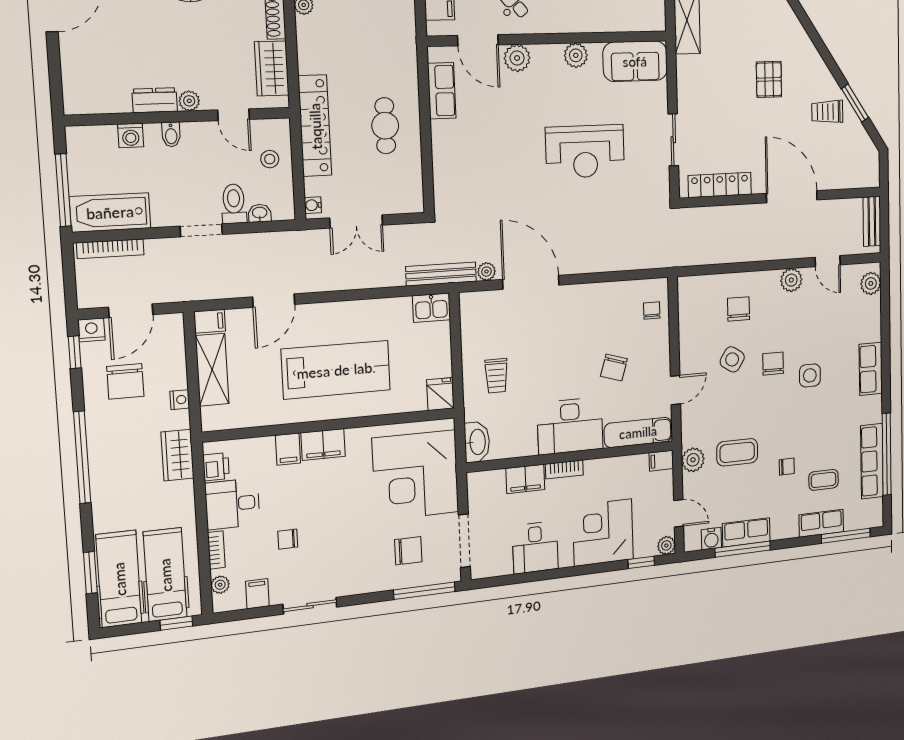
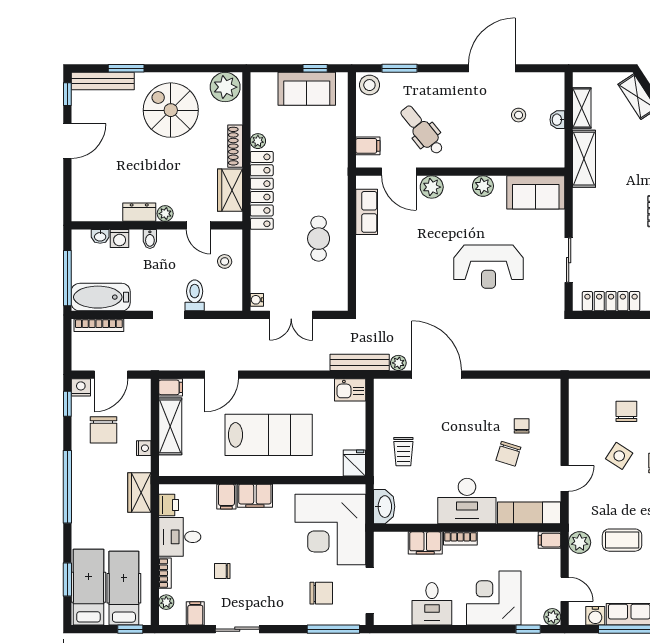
locker: (315, 126) -> (262, 190), moved
washbasin: (260, 213) -> (100, 236), moved, turned 180
chair: (652, 311) -> (522, 426), moved

